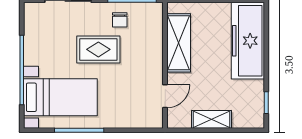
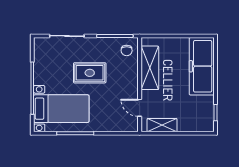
chair: (120, 20) -> (127, 50), moved
door: (165, 96) -> (140, 108), swing flipped
shelving: (211, 119) -> (162, 125), moved

